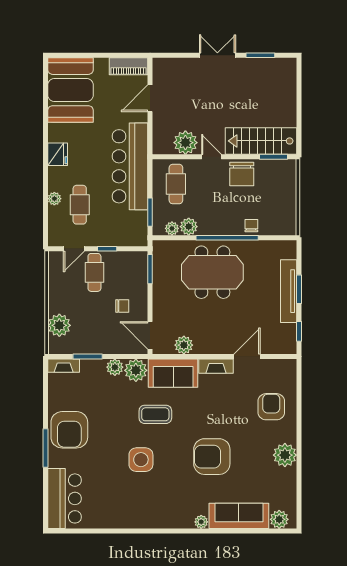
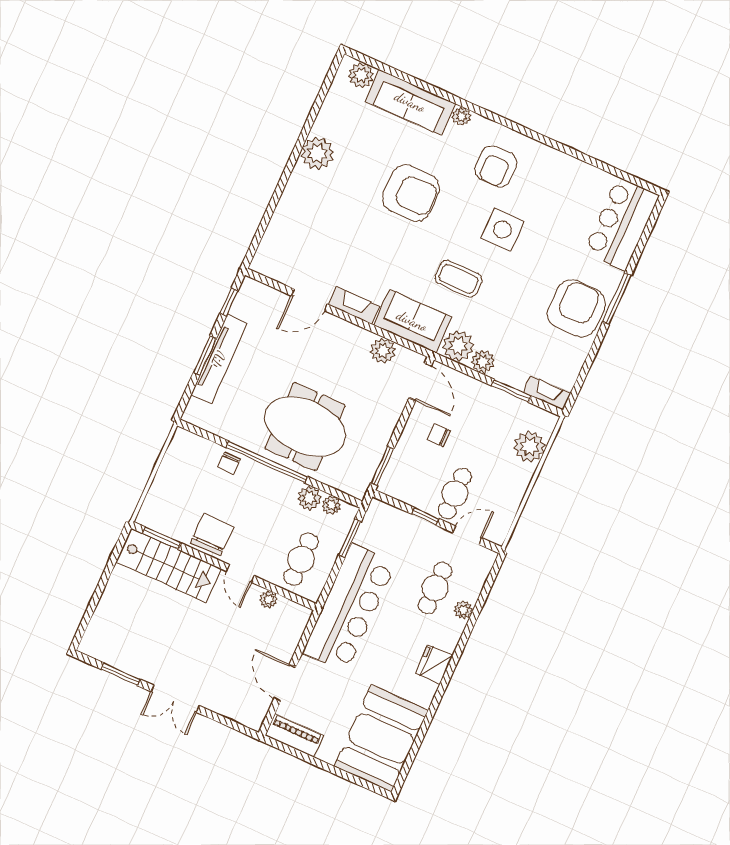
door: (150, 98) -> (285, 683), swing flipped
plant: (185, 143) -> (268, 599), width x0.53, depth x0.53
armchair: (271, 407) -> (496, 166), moved

